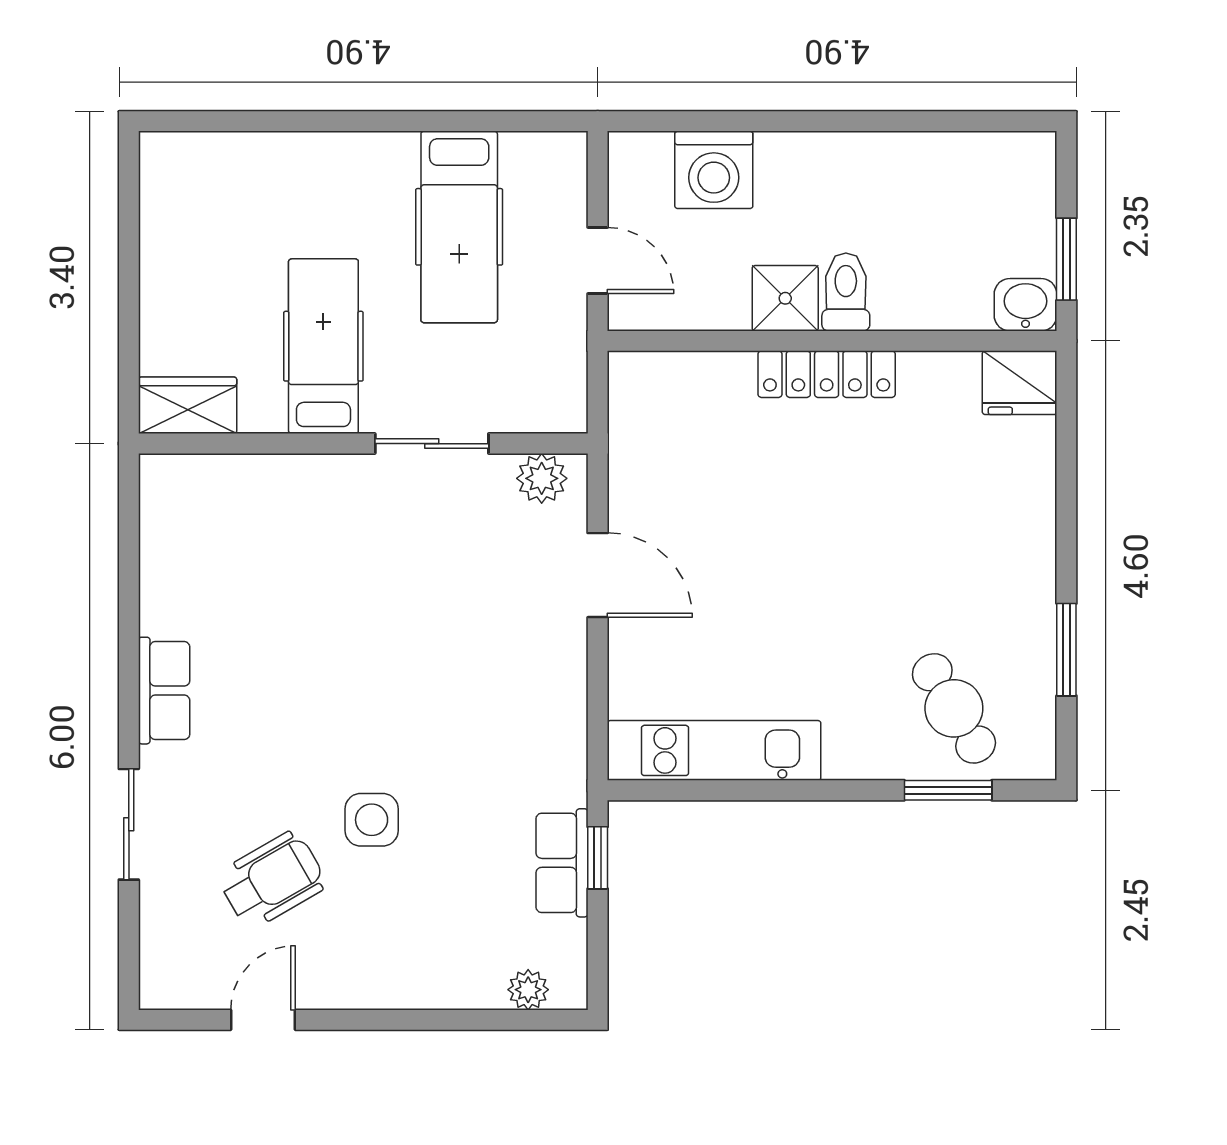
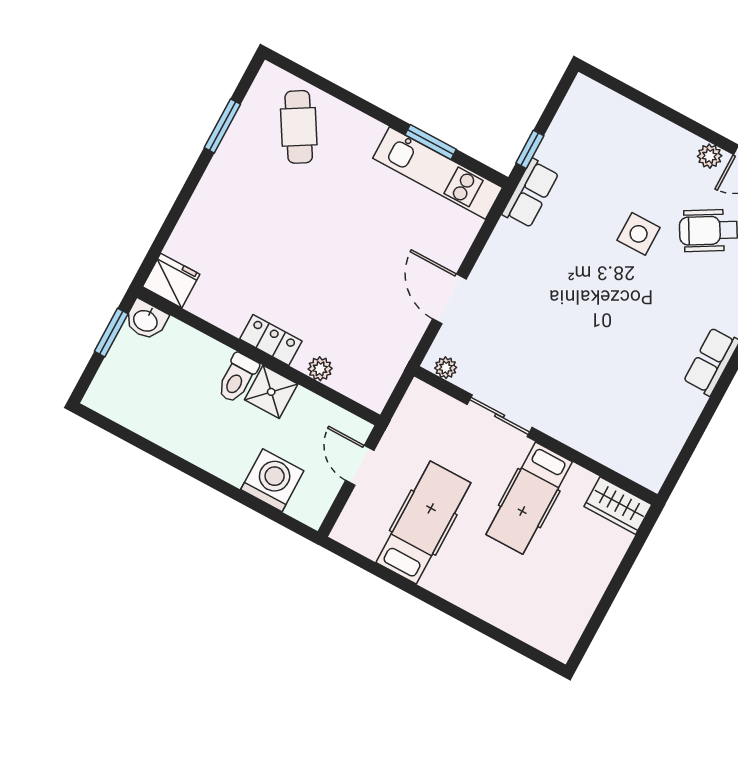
plant: (732, 371) -> (320, 369), added
locker: (827, 374) -> (271, 340), width x0.66
plant: (542, 478) -> (446, 368), width x0.73, depth x0.73
window: (948, 790) -> (431, 142), moved
row of seats: (562, 863) -> (530, 193), moved
plant: (528, 990) -> (710, 156), moved

